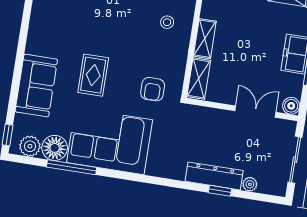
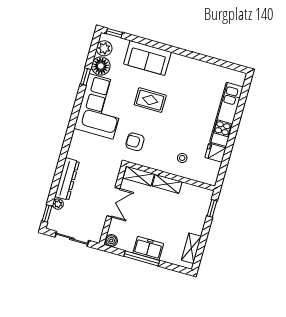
double door: (255, 112) -> (113, 202), moved
window: (72, 167) -> (85, 77), width x0.46
window: (220, 191) -> (47, 213), moved

